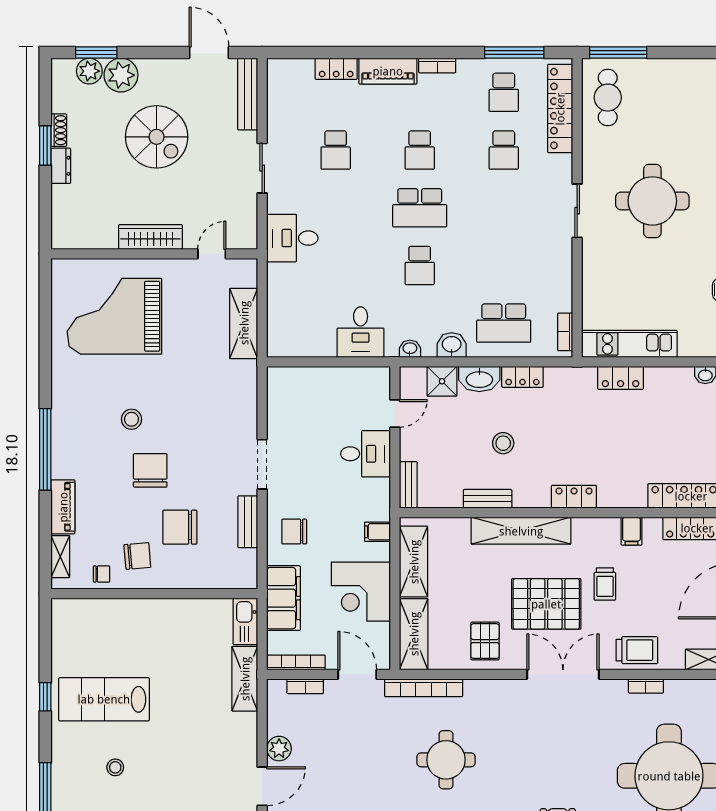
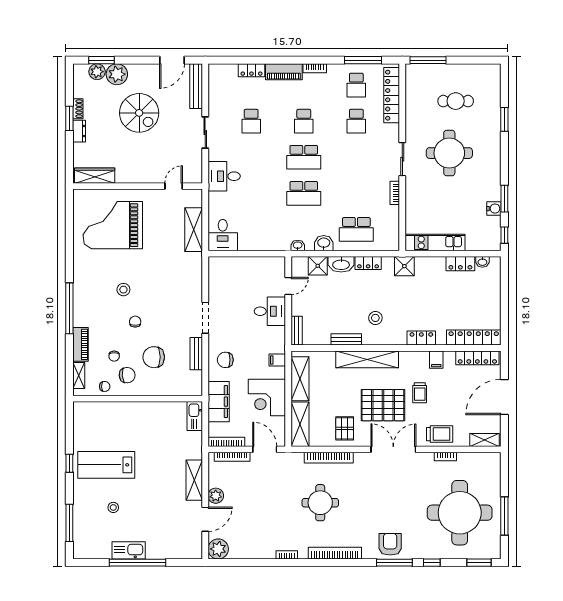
door: (209, 53) -> (172, 60), swing flipped
cafe table: (608, 98) -> (456, 101), moved, turned 90
wardrobe: (150, 237) -> (95, 176), moved
school desk: (420, 265) -> (304, 193), width x1.85
desk: (361, 332) -> (223, 235), moved
bookcase: (565, 332) -> (395, 193), moved
locker: (621, 378) -> (460, 264), moved
shower: (580, 382) -> (404, 266), added
stool: (503, 443) -> (375, 318), moved
chair: (150, 470) -> (135, 322), width x0.54, depth x0.54
locker: (574, 497) -> (421, 338), moved
chair: (117, 526) -> (114, 356), added
shelving: (245, 679) -> (194, 480), moved
bookcase: (305, 686) -> (232, 457), width x1.56
bookcase: (424, 688) -> (329, 458), moved

